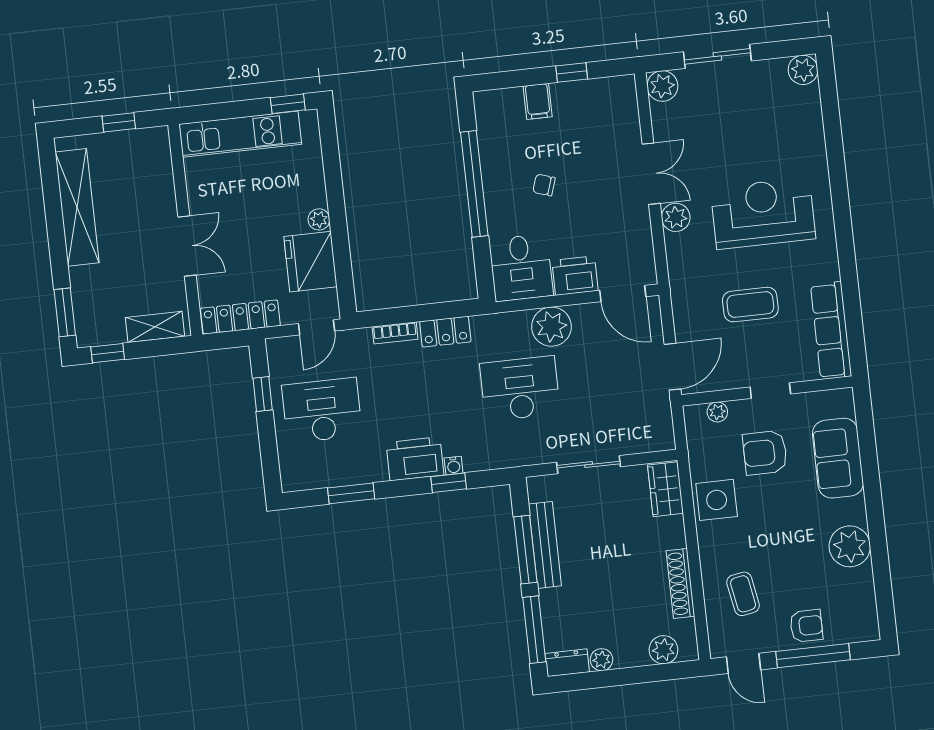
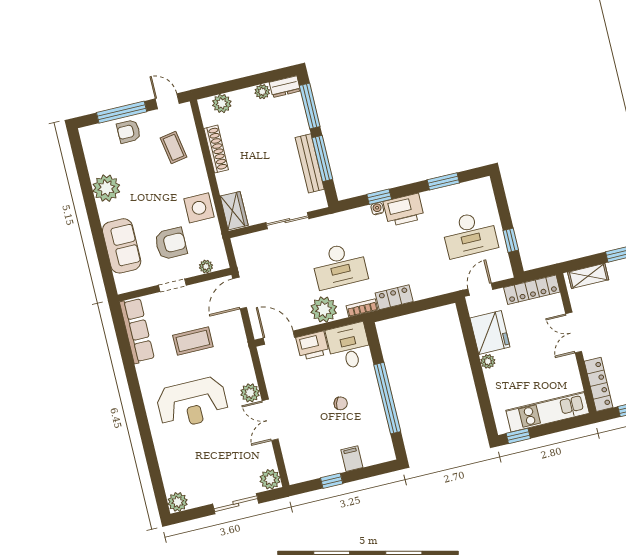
locker: (160, 165) -> (599, 384), added
bookcase: (395, 333) -> (362, 308), moved

